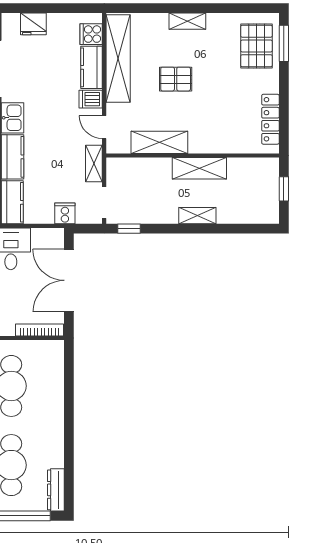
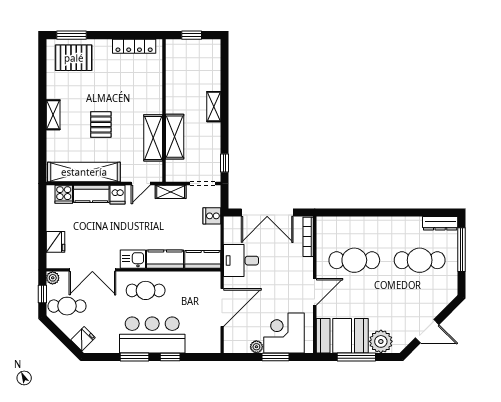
shelving: (199, 168) -> (175, 137), moved

